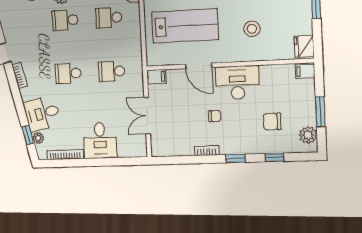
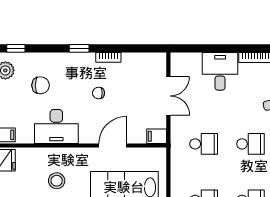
door: (198, 66) -> (113, 146), hinge flipped
desk: (237, 83) -> (56, 126), moved
window: (274, 158) -> (16, 48), moved

